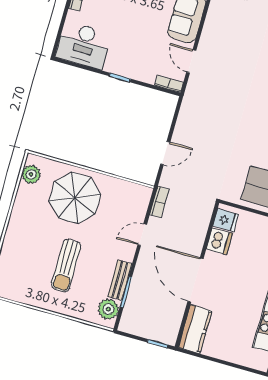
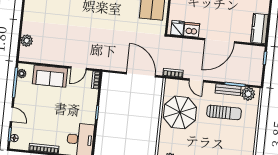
door: (165, 153) -> (141, 75), width x1.87
parasol: (75, 198) -> (180, 112), moved
sun lounger: (66, 265) -> (224, 112), moved
kitchen counter: (195, 329) -> (259, 28), moved, turned -90

